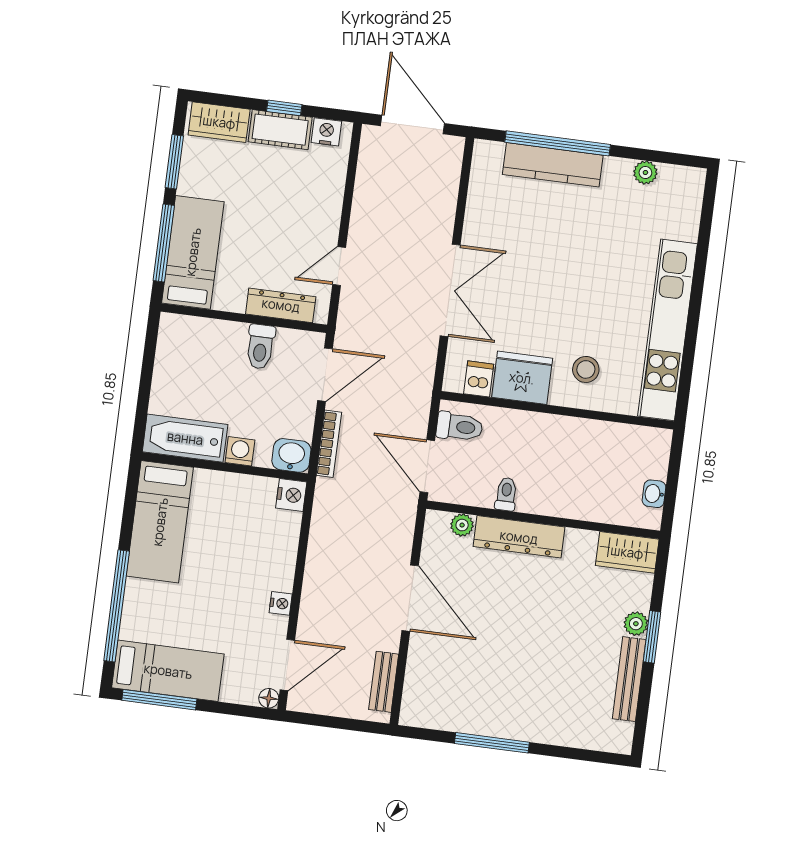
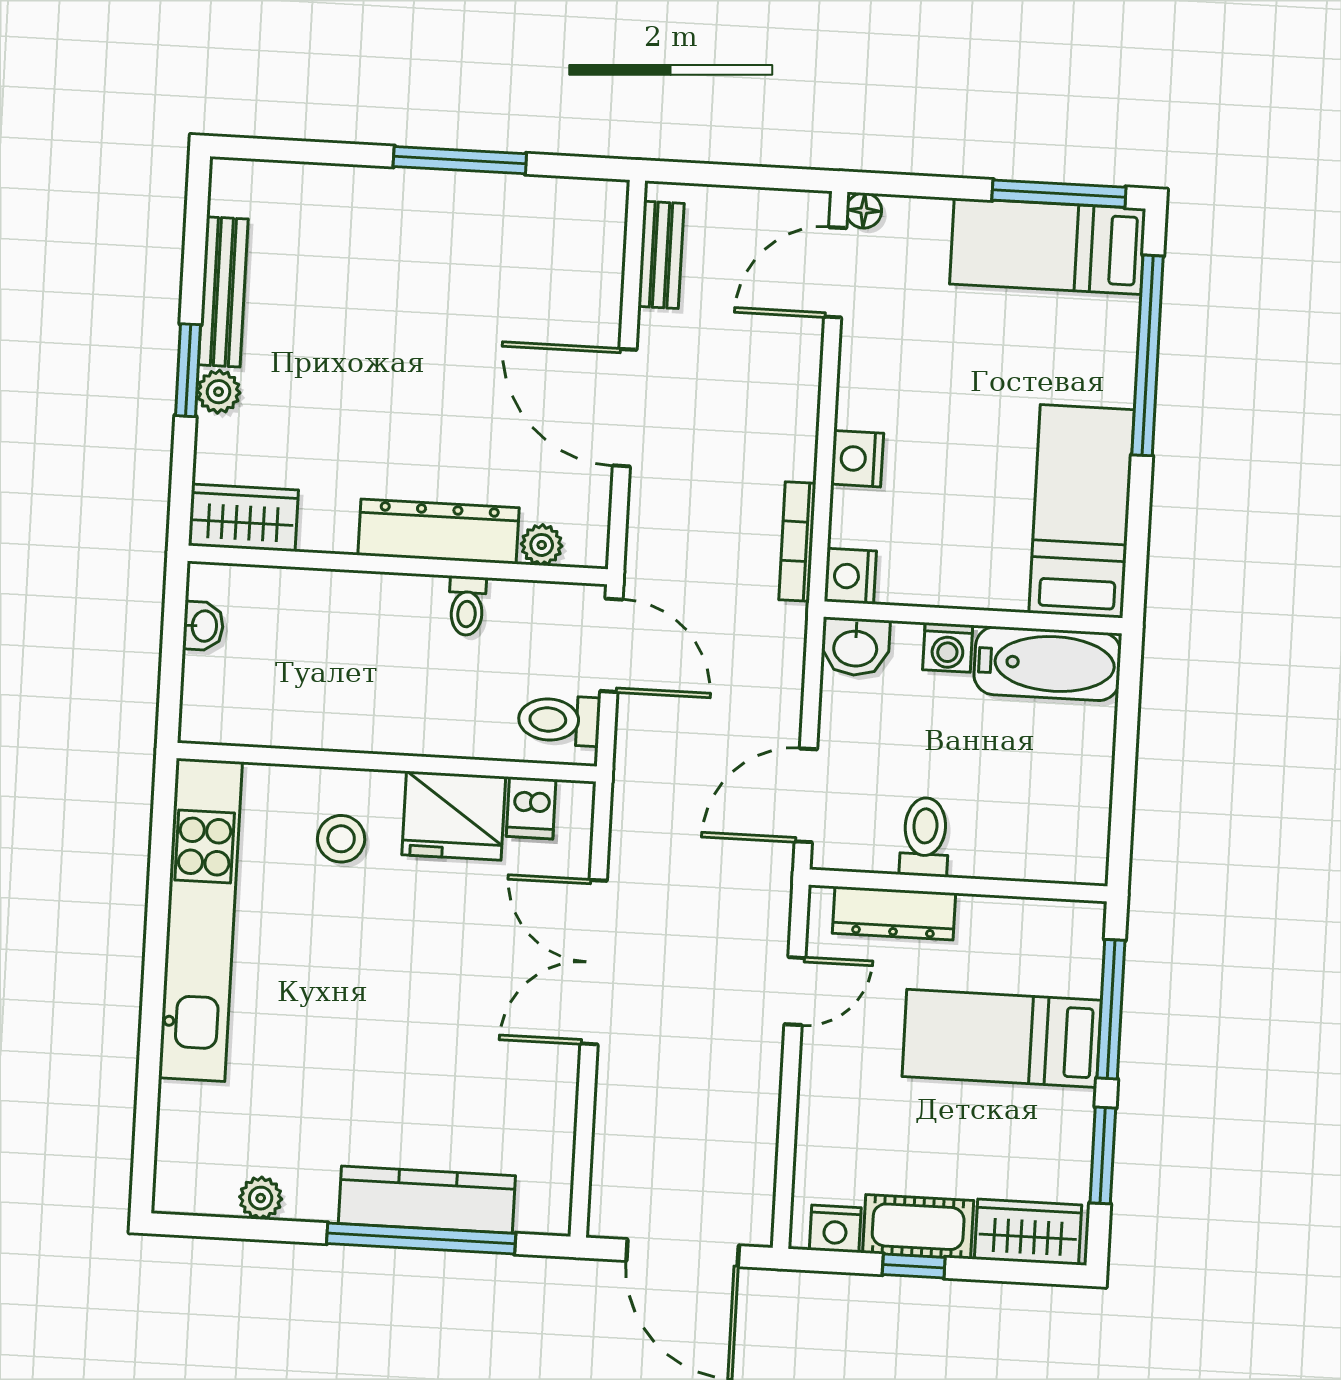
bed: (193, 252) -> (1002, 1038), moved, turned 90
bookcase: (329, 444) -> (797, 541), moved
nightstand: (281, 603) -> (857, 459), moved, width x1.39, depth x1.35

